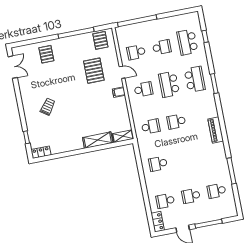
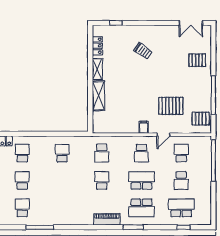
piano: (216, 130) -> (107, 219), moved
shelving: (123, 136) -> (97, 69), moved
locker: (41, 152) -> (97, 46), moved

